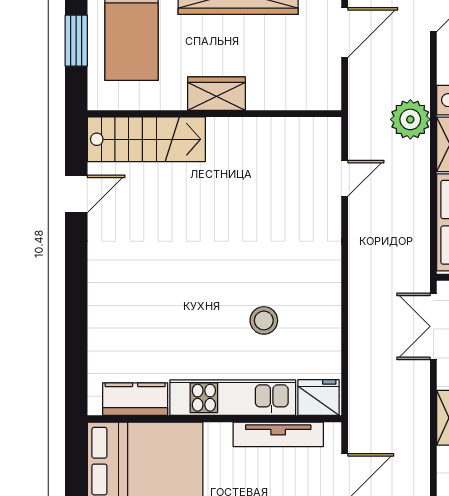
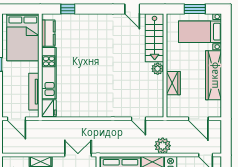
wardrobe: (216, 94) -> (173, 83), moved
plant: (222, 132) -> (158, 69), added
stool: (264, 320) -> (80, 86), removed
window: (76, 351) -> (68, 9), added

